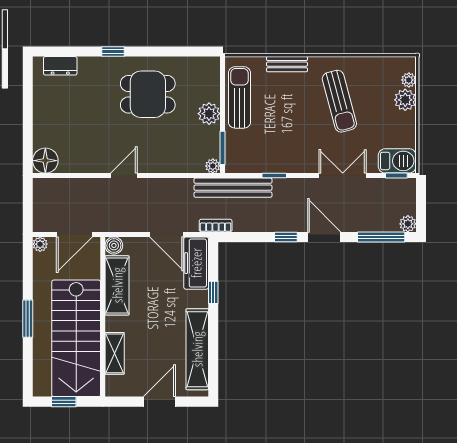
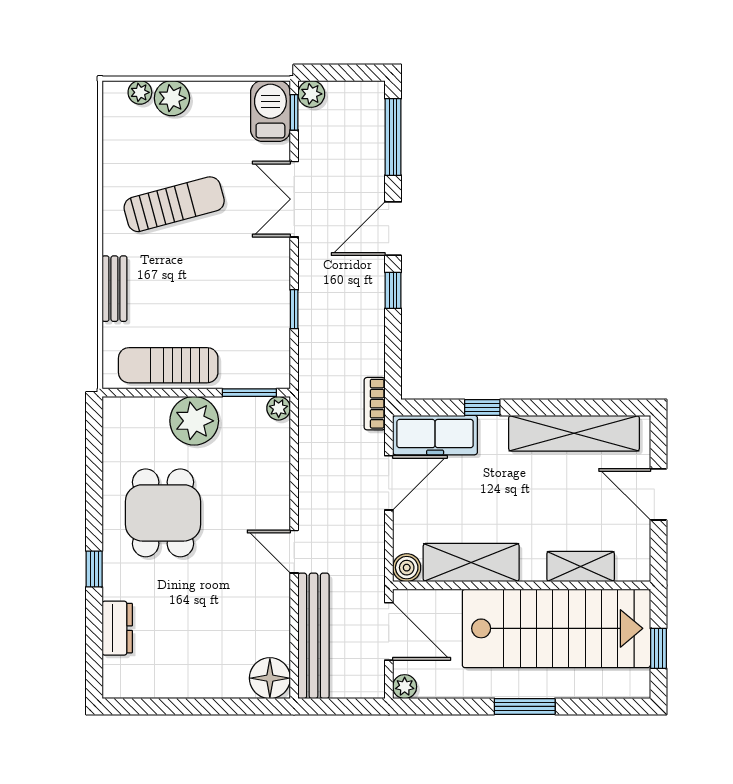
dresser: (60, 66) -> (117, 628), moved
plant: (209, 114) -> (194, 421), width x1.36, depth x1.36
bench: (233, 188) -> (314, 636), moved
plant: (408, 224) -> (311, 94), moved

